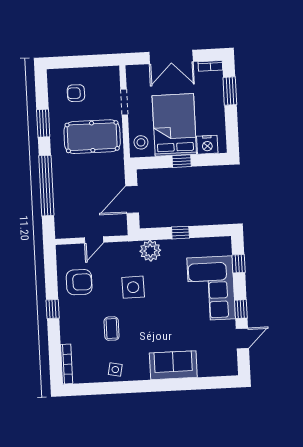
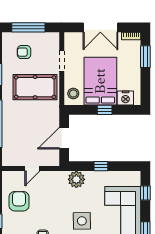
window: (80, 62) -> (28, 27), added
armchair: (79, 282) -> (19, 201), turned -90
side table: (133, 287) -> (82, 221), moved

